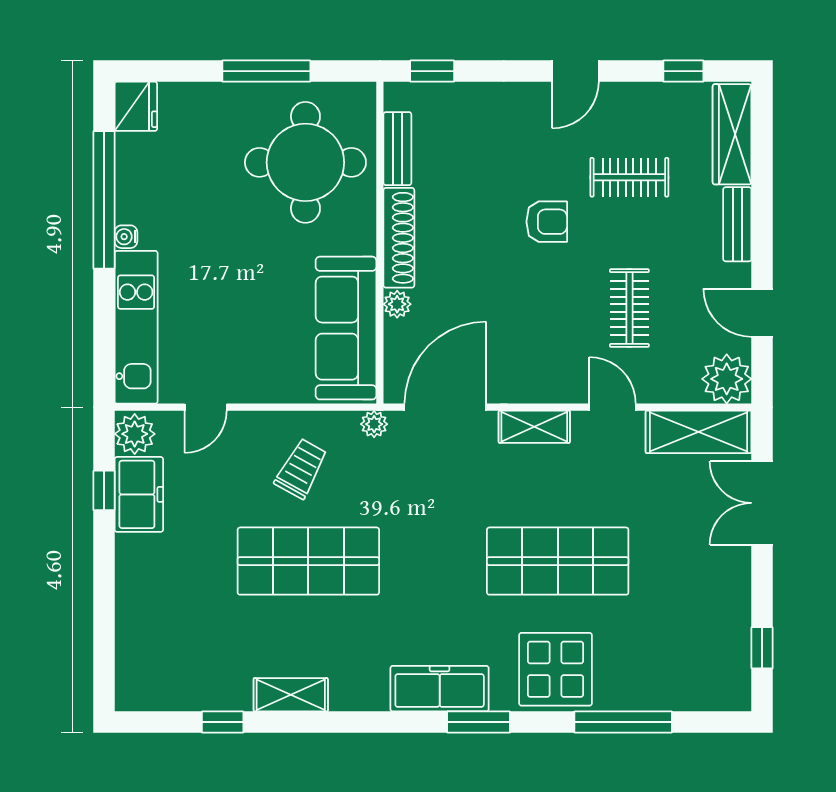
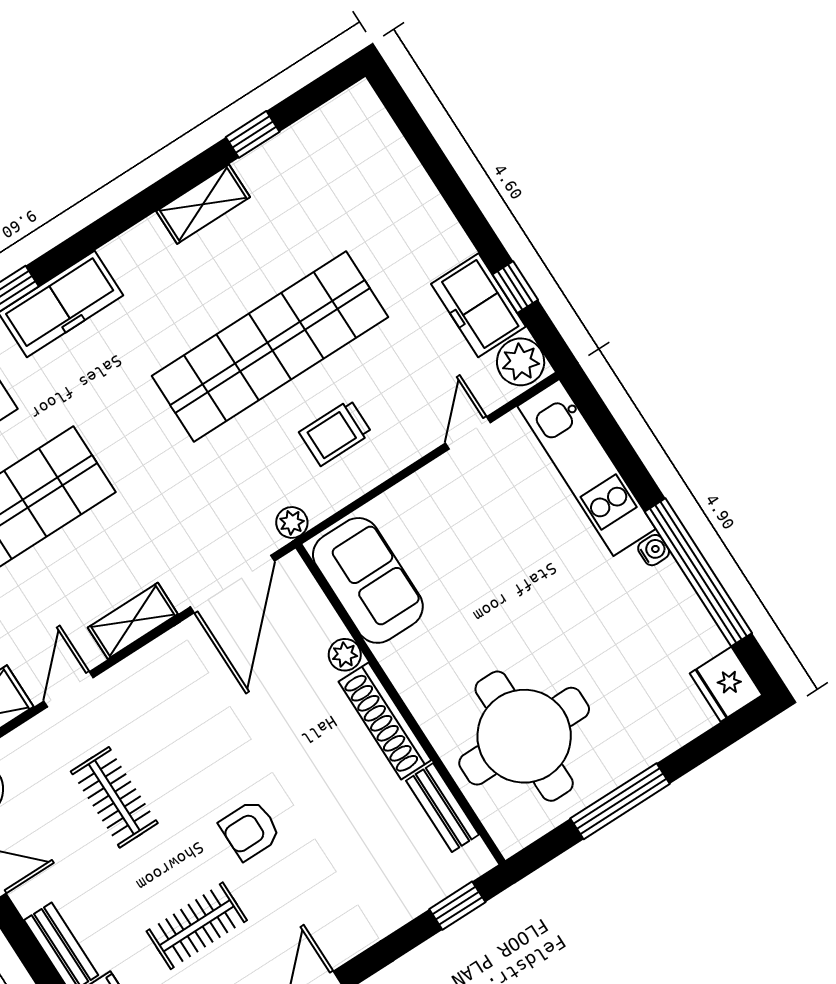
sofa: (346, 328) -> (368, 580), width x0.73
door: (612, 407) -> (68, 689), swing flipped
trolley: (301, 469) -> (335, 433), turned 61
shop shelf: (308, 561) -> (270, 347), width x1.40

